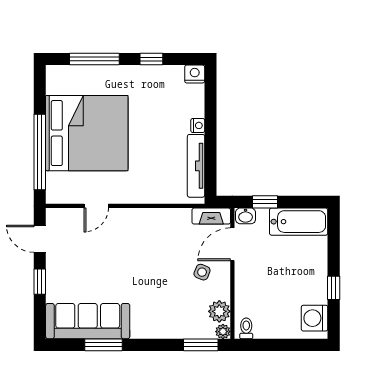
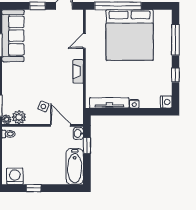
door: (96, 206) -> (84, 41), hinge flipped
fireplace: (211, 216) -> (78, 71), moved

